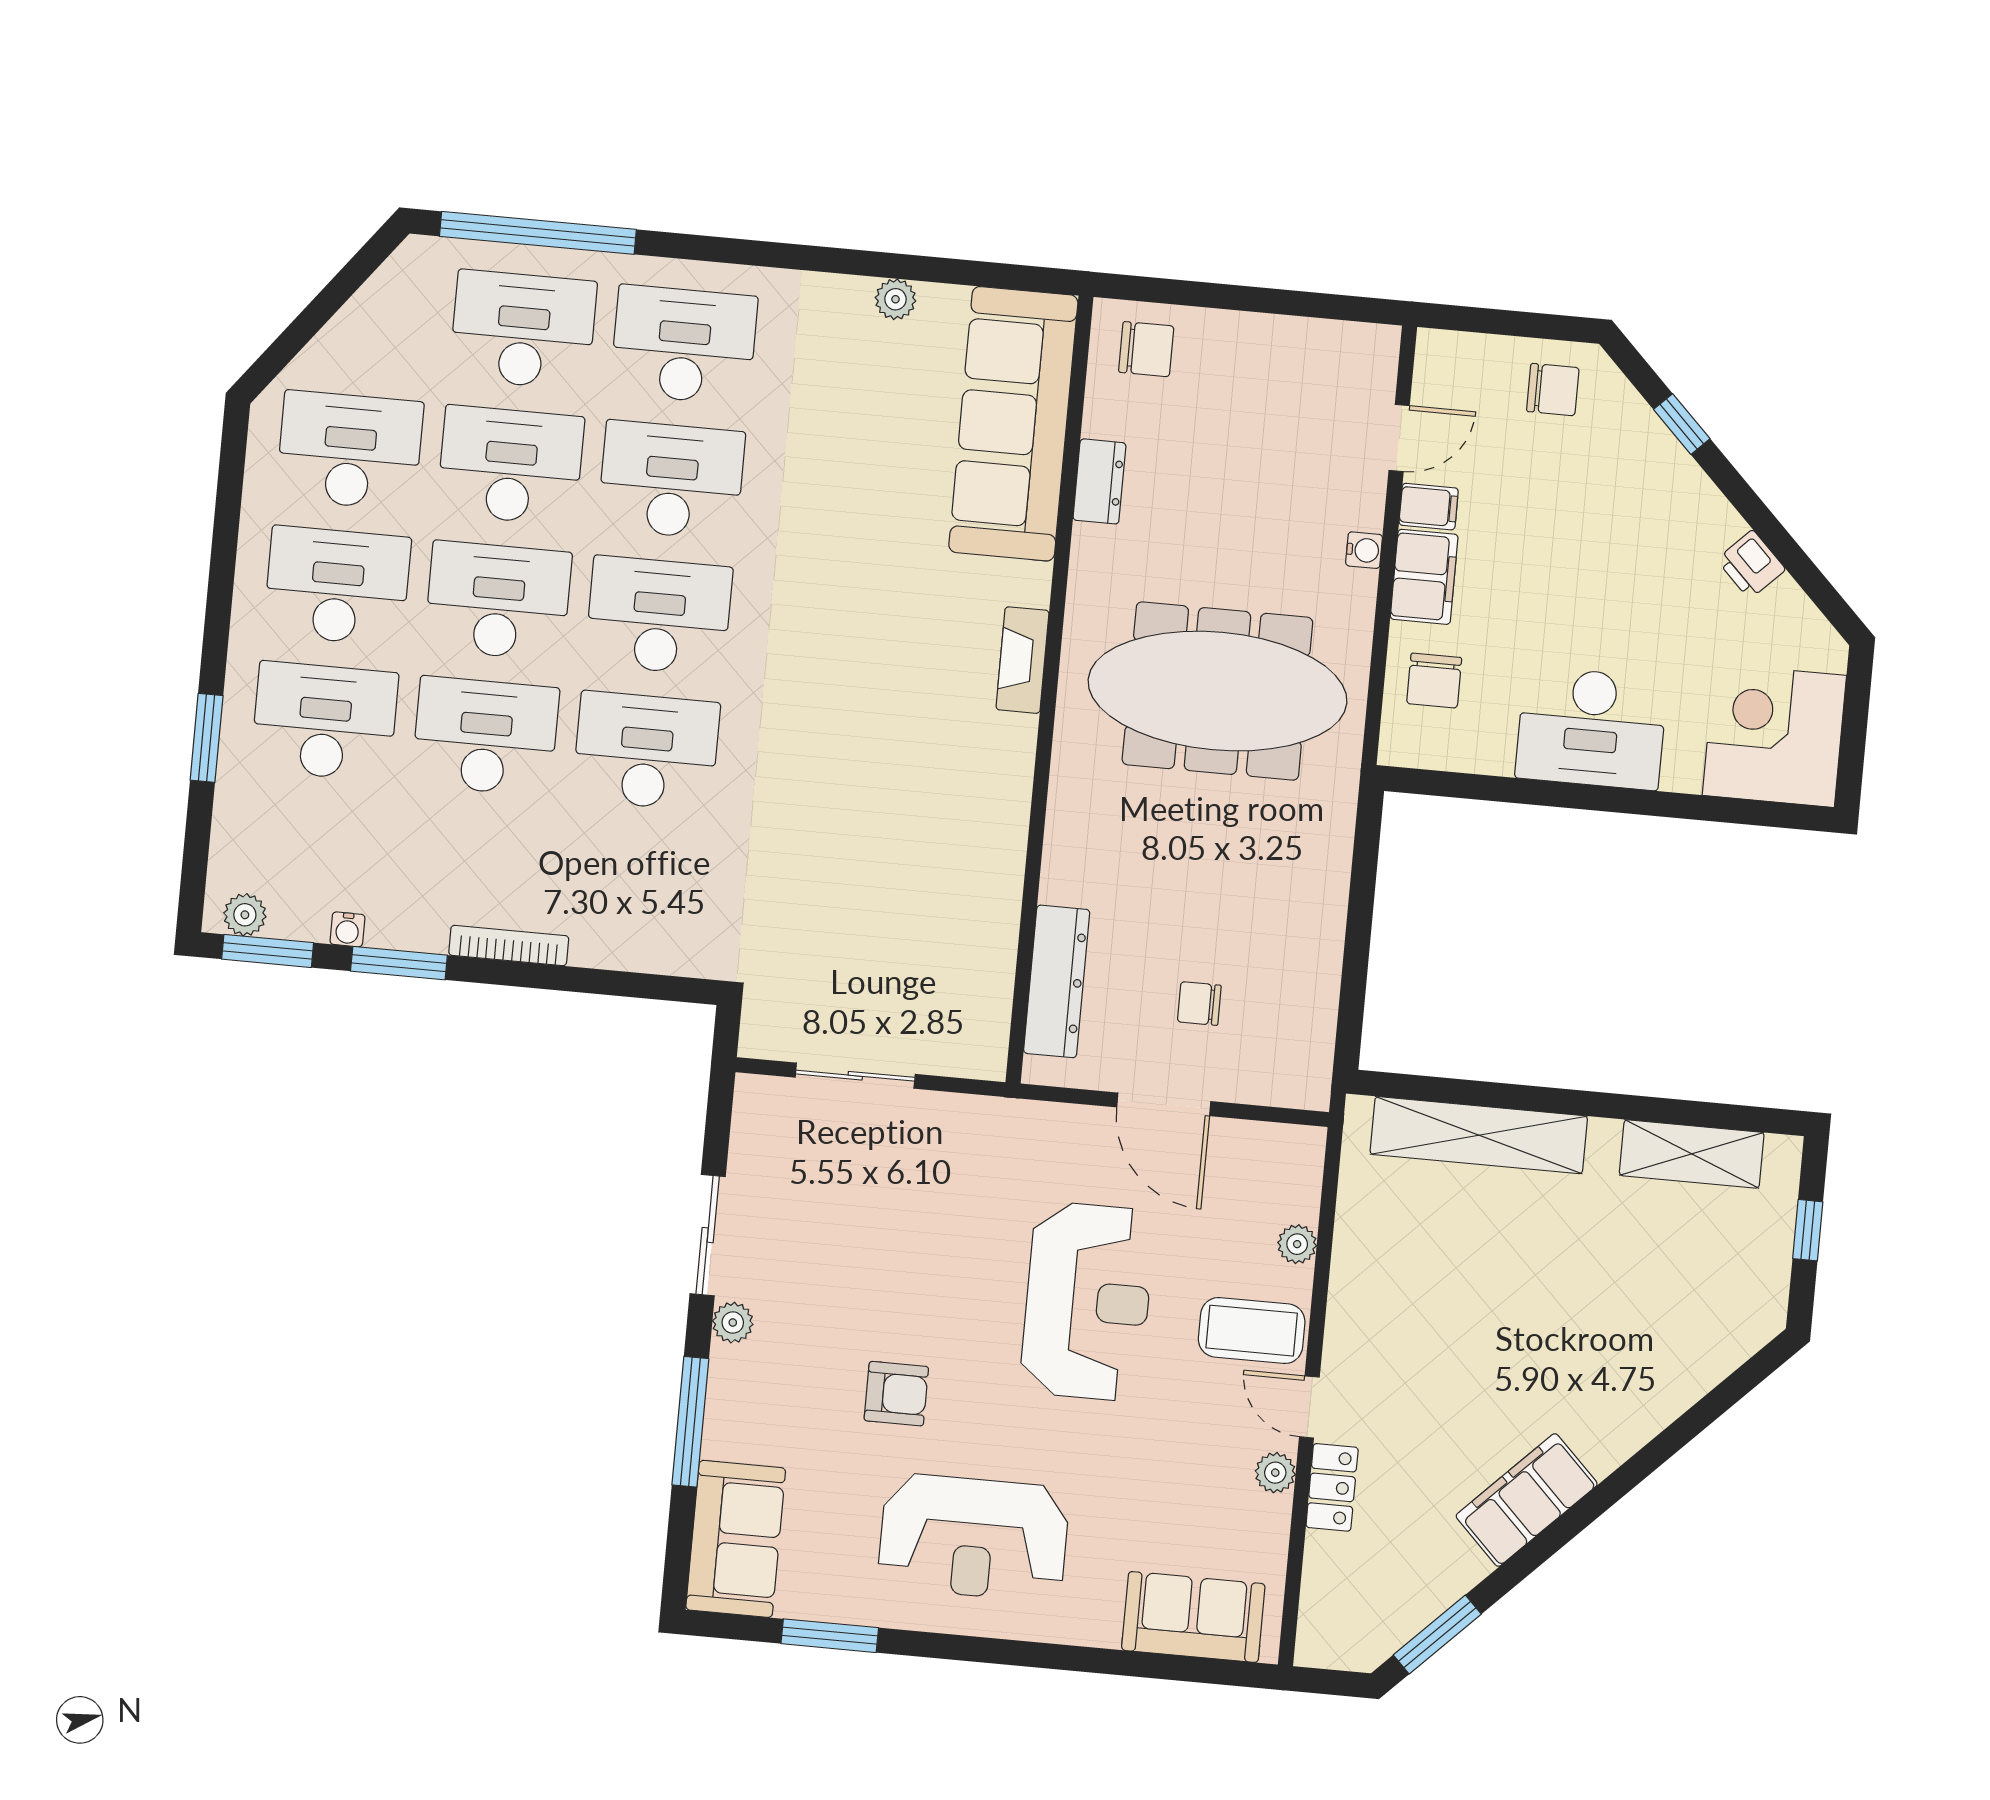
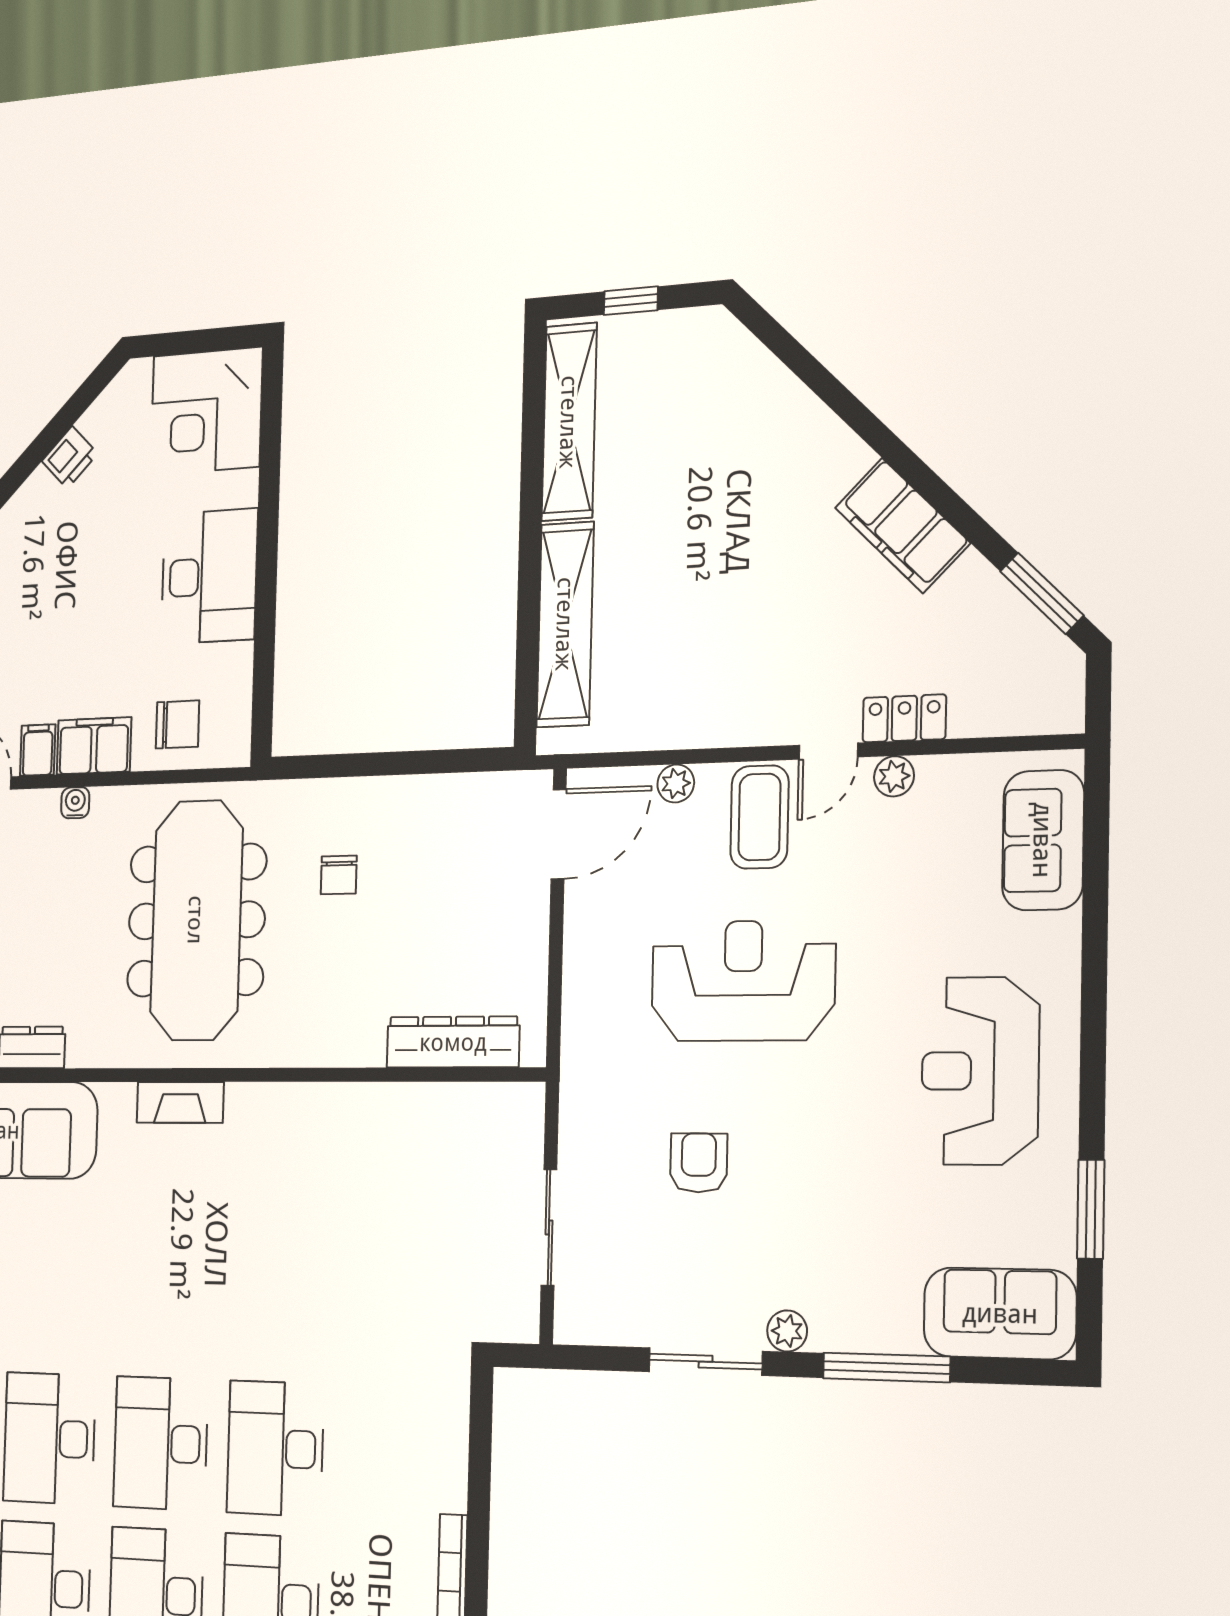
chair: (1199, 1004) -> (339, 875), moved
door: (1164, 1104) -> (559, 834), moved
shelving: (1692, 1154) -> (569, 422), width x1.47
armchair: (896, 1394) -> (699, 1163), moved
reception desk: (974, 1537) -> (980, 1071), turned 180

